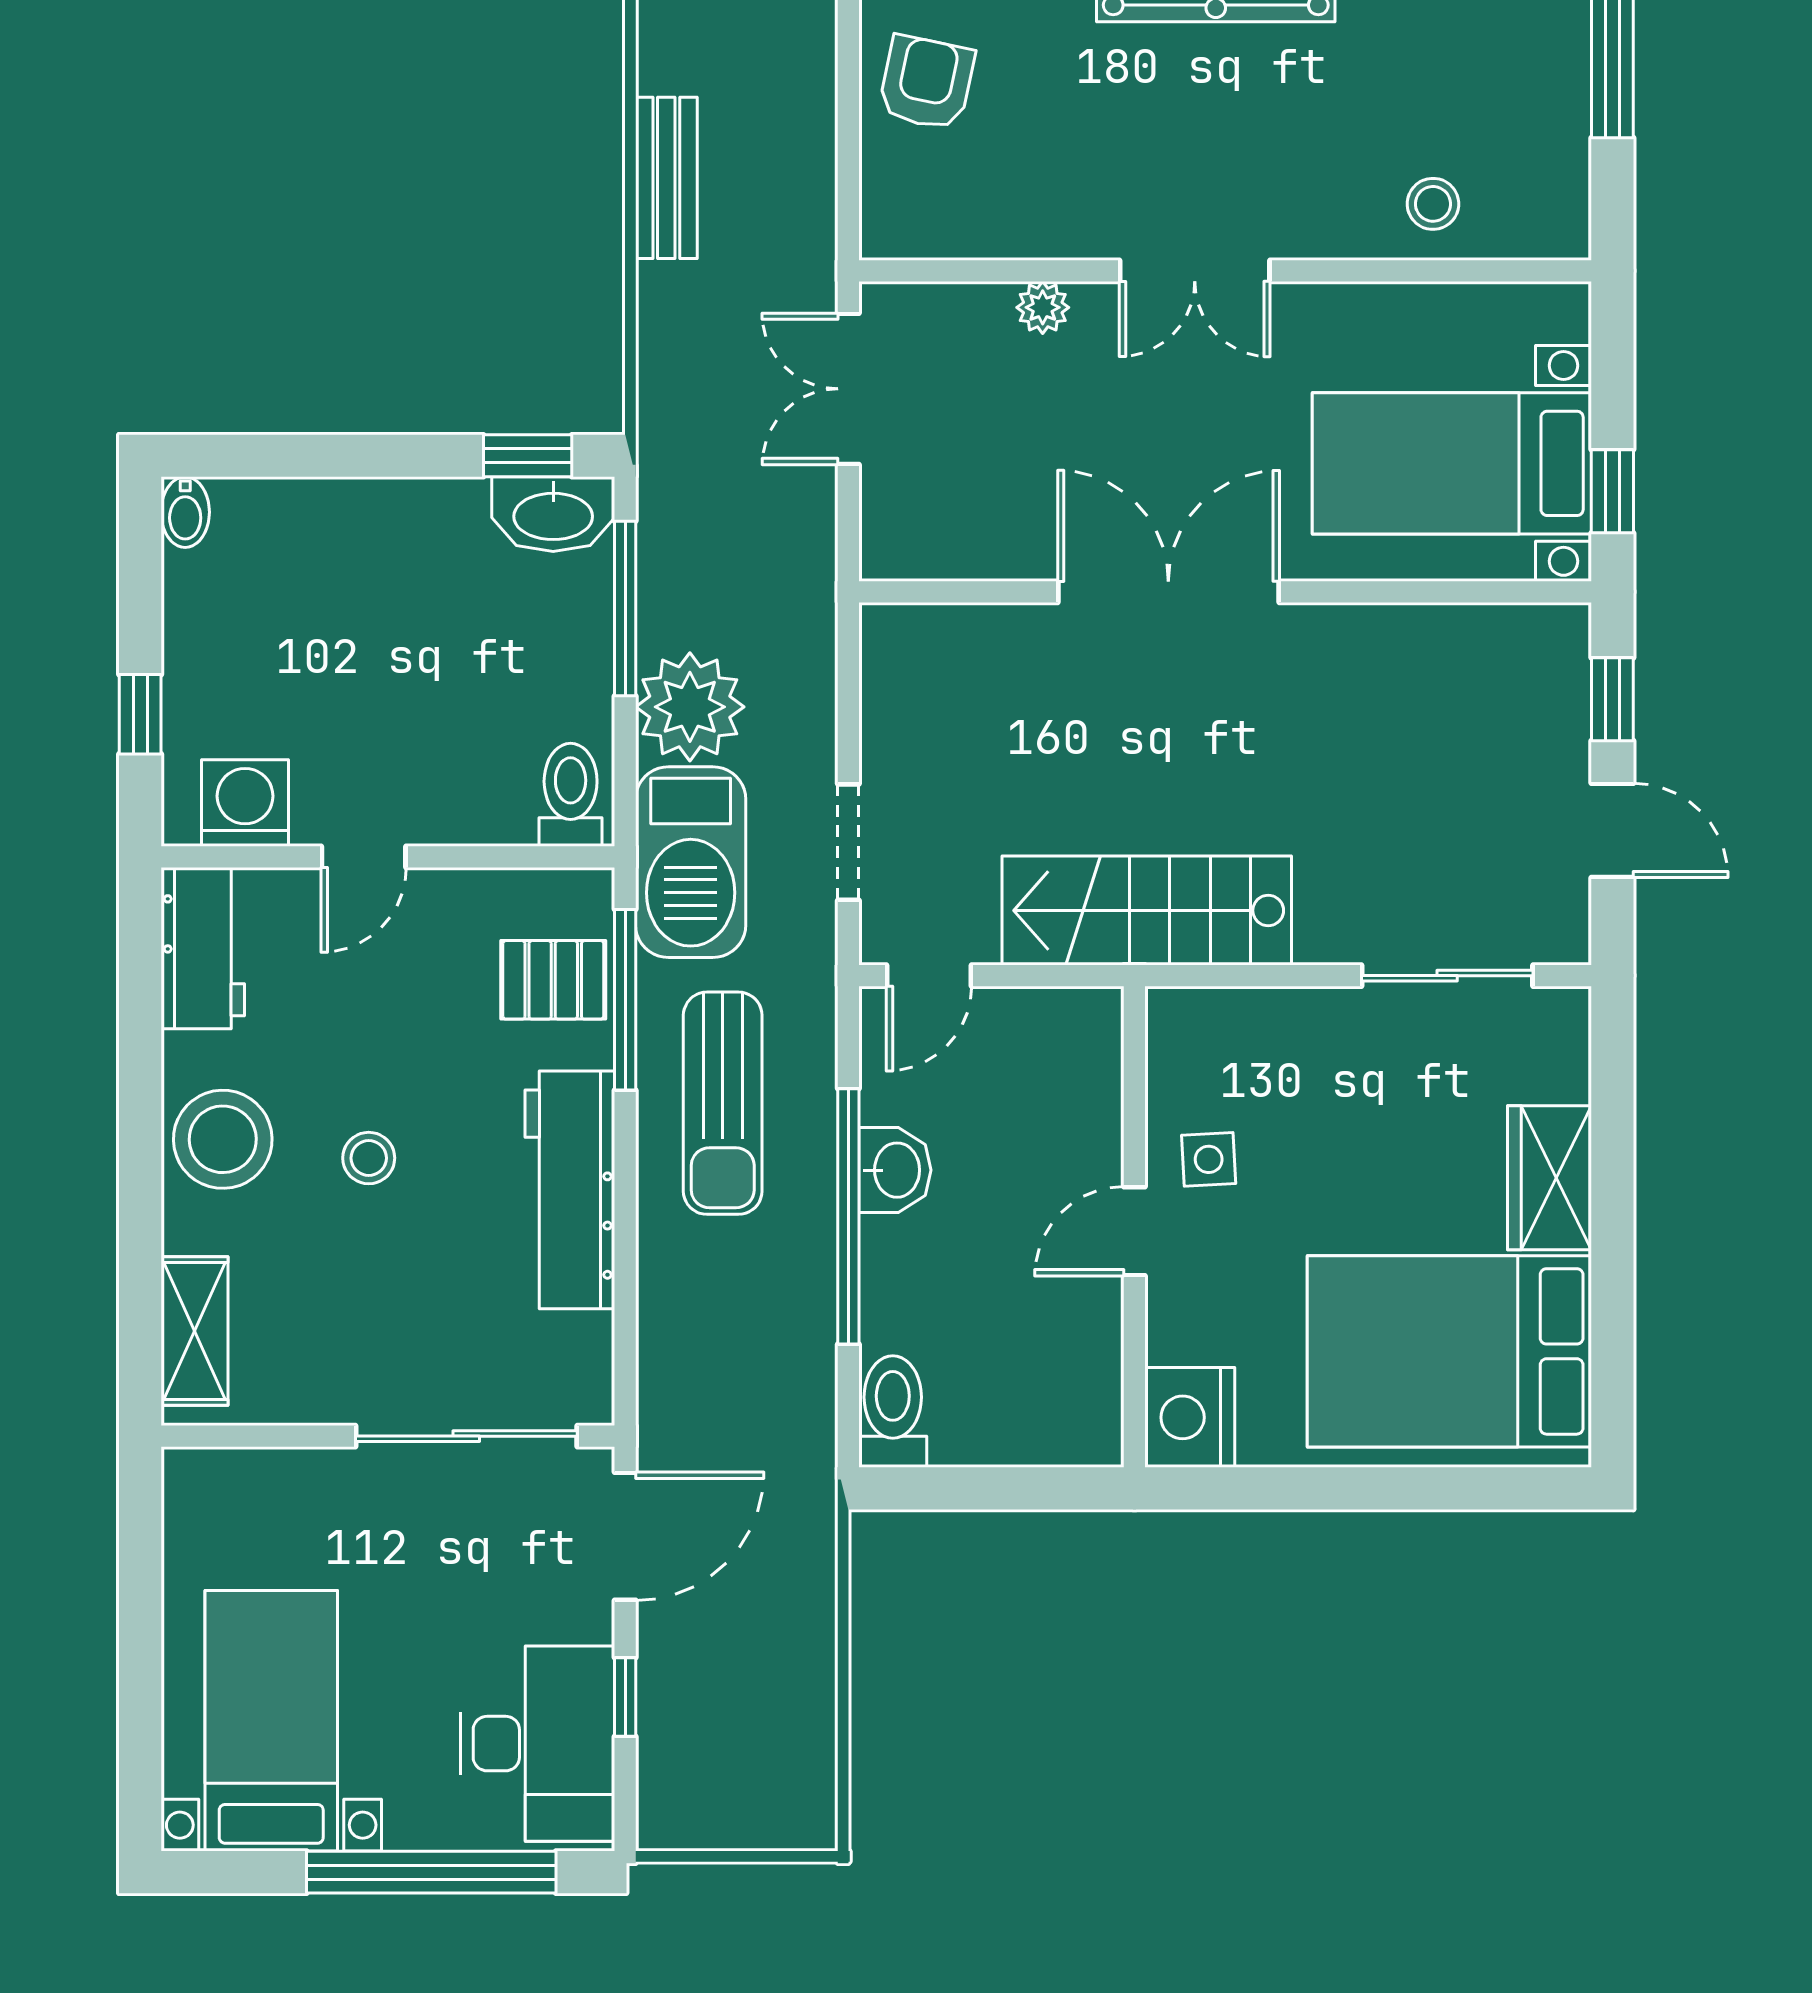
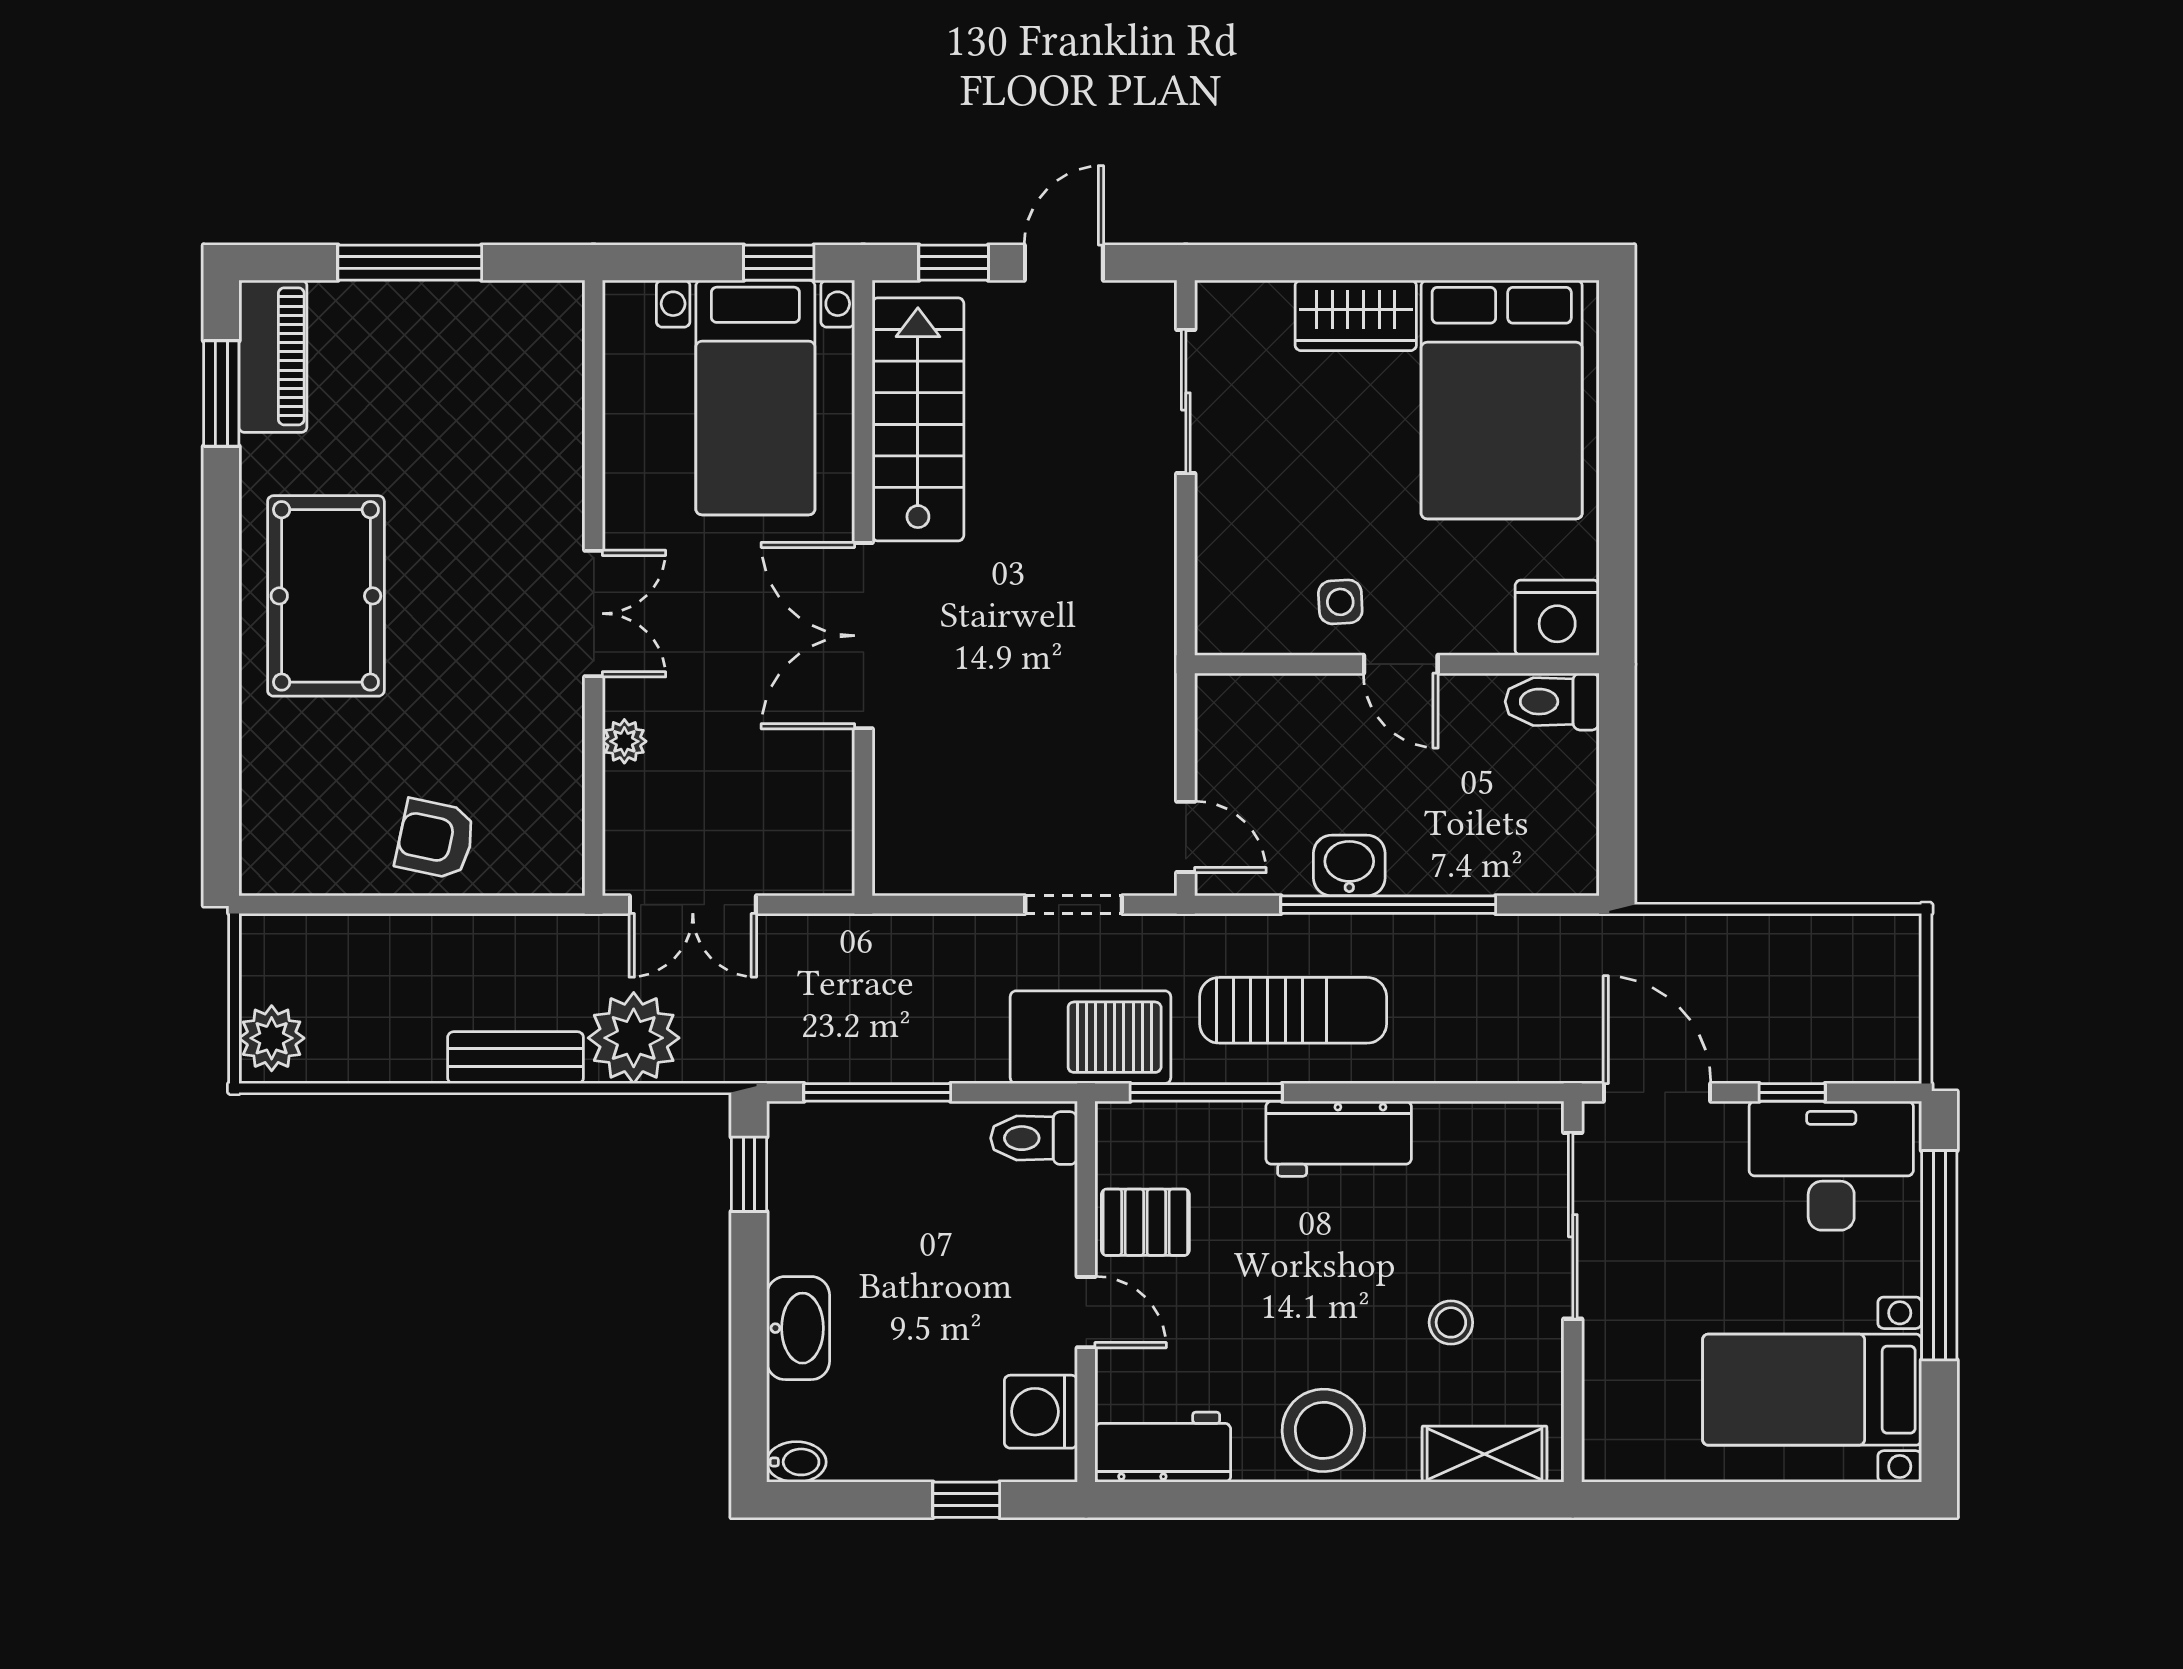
stool: (1433, 204) -> (537, 413), removed
washbasin: (553, 514) -> (798, 1328), moved
plant: (690, 707) -> (634, 1038), moved
stairs: (1147, 911) -> (918, 419), moved, turned 180
pallet: (553, 980) -> (1145, 1222), moved, turned 90
stool: (369, 1158) -> (1451, 1322), moved
workbench: (570, 1190) -> (1339, 1139), width x0.73
toilet: (893, 1412) -> (1552, 702), moved

